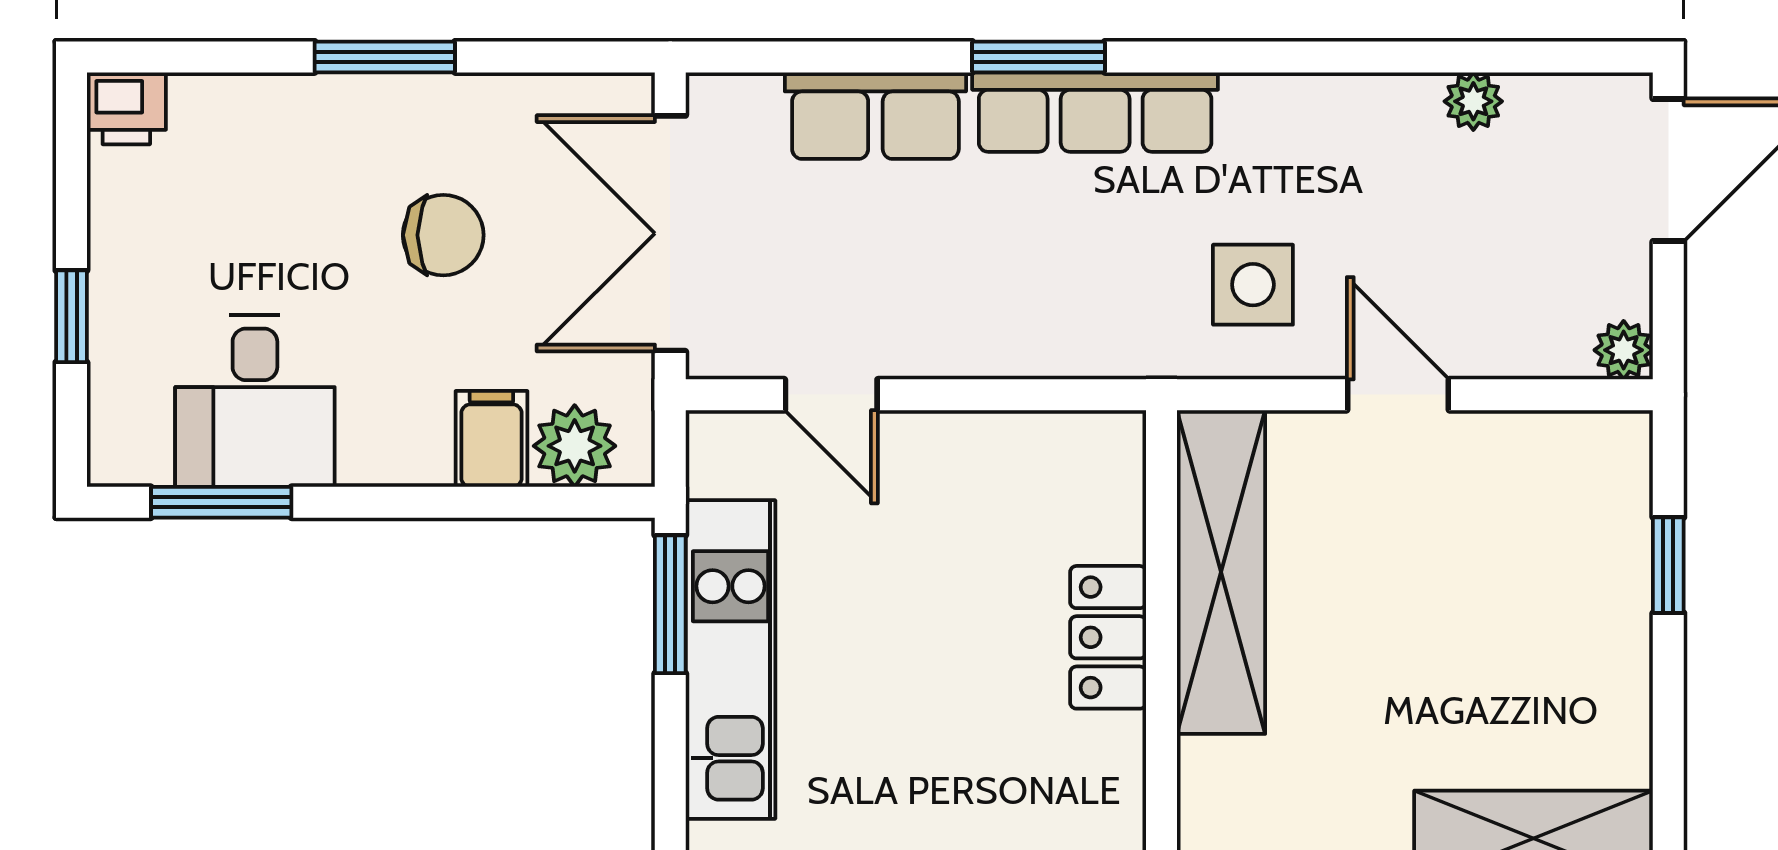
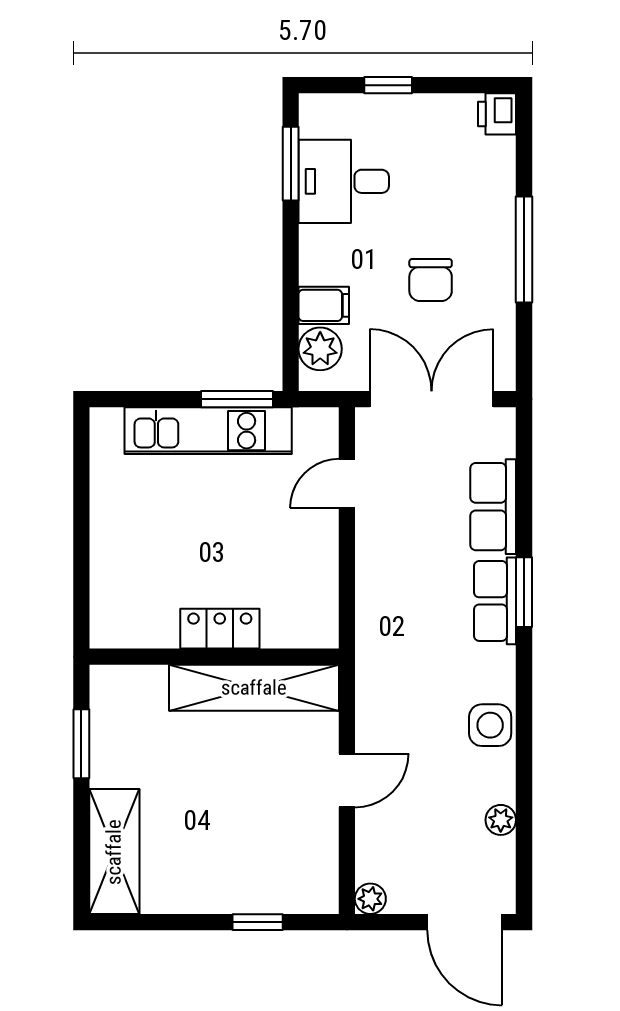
window: (385, 57) -> (524, 249), width x1.44
row of seats: (1095, 112) -> (495, 601), width x0.68
side table: (1253, 285) -> (490, 725), moved

